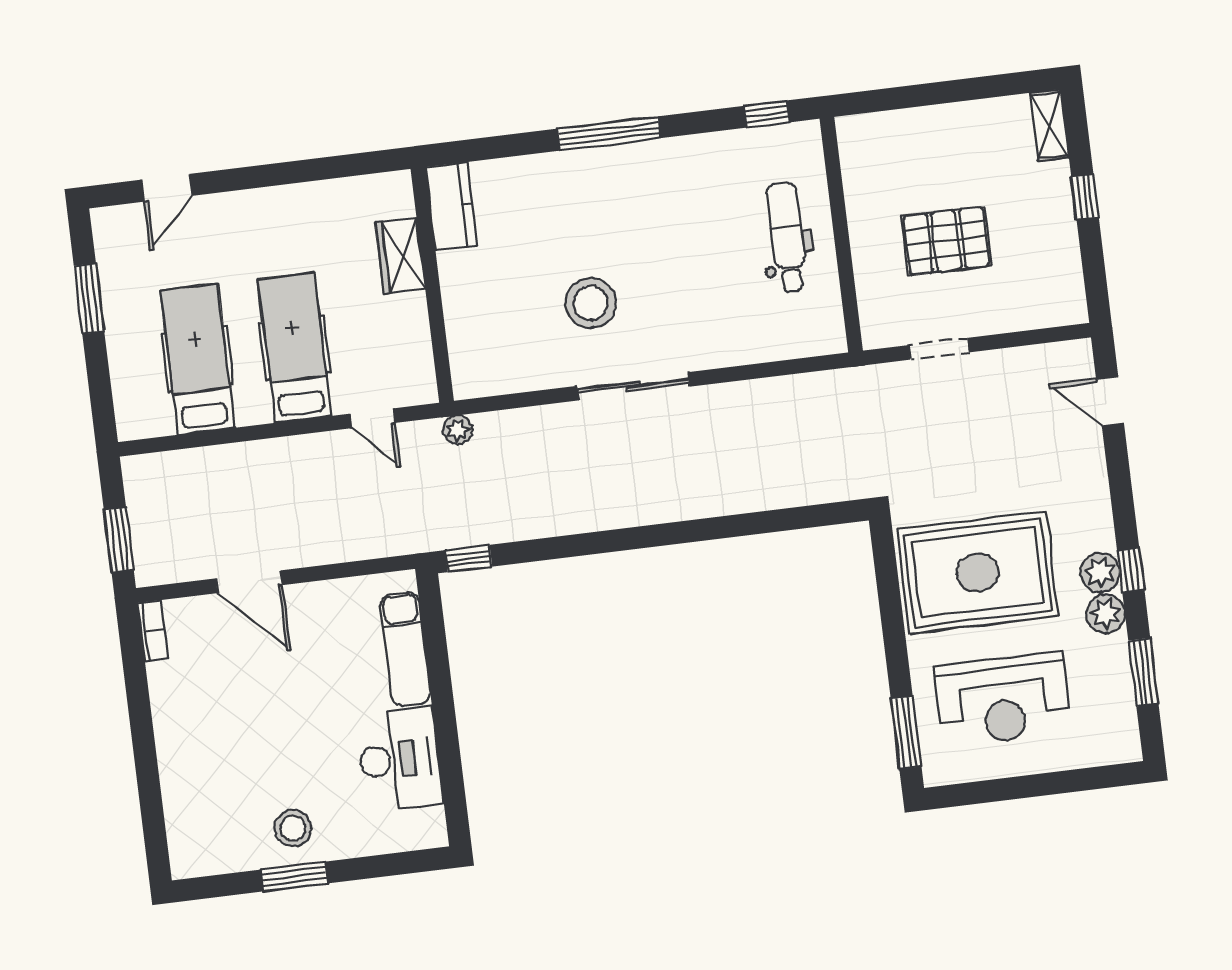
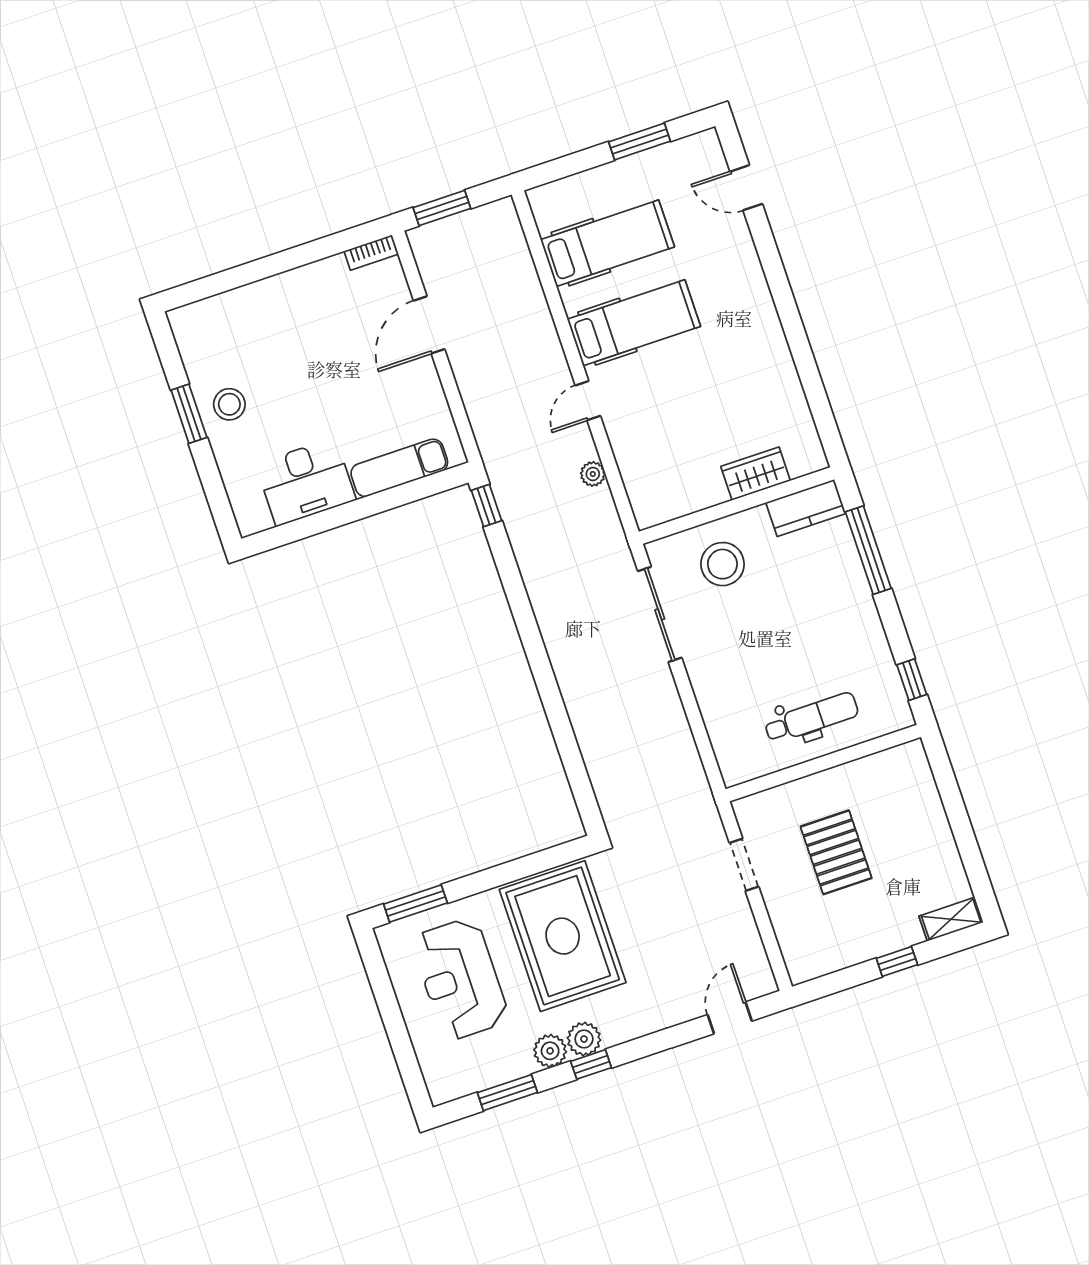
kitchen counter: (451, 206) -> (806, 508), moved
wardrobe: (400, 256) -> (756, 474), moved
wall: (432, 285) -> (736, 505), moved

